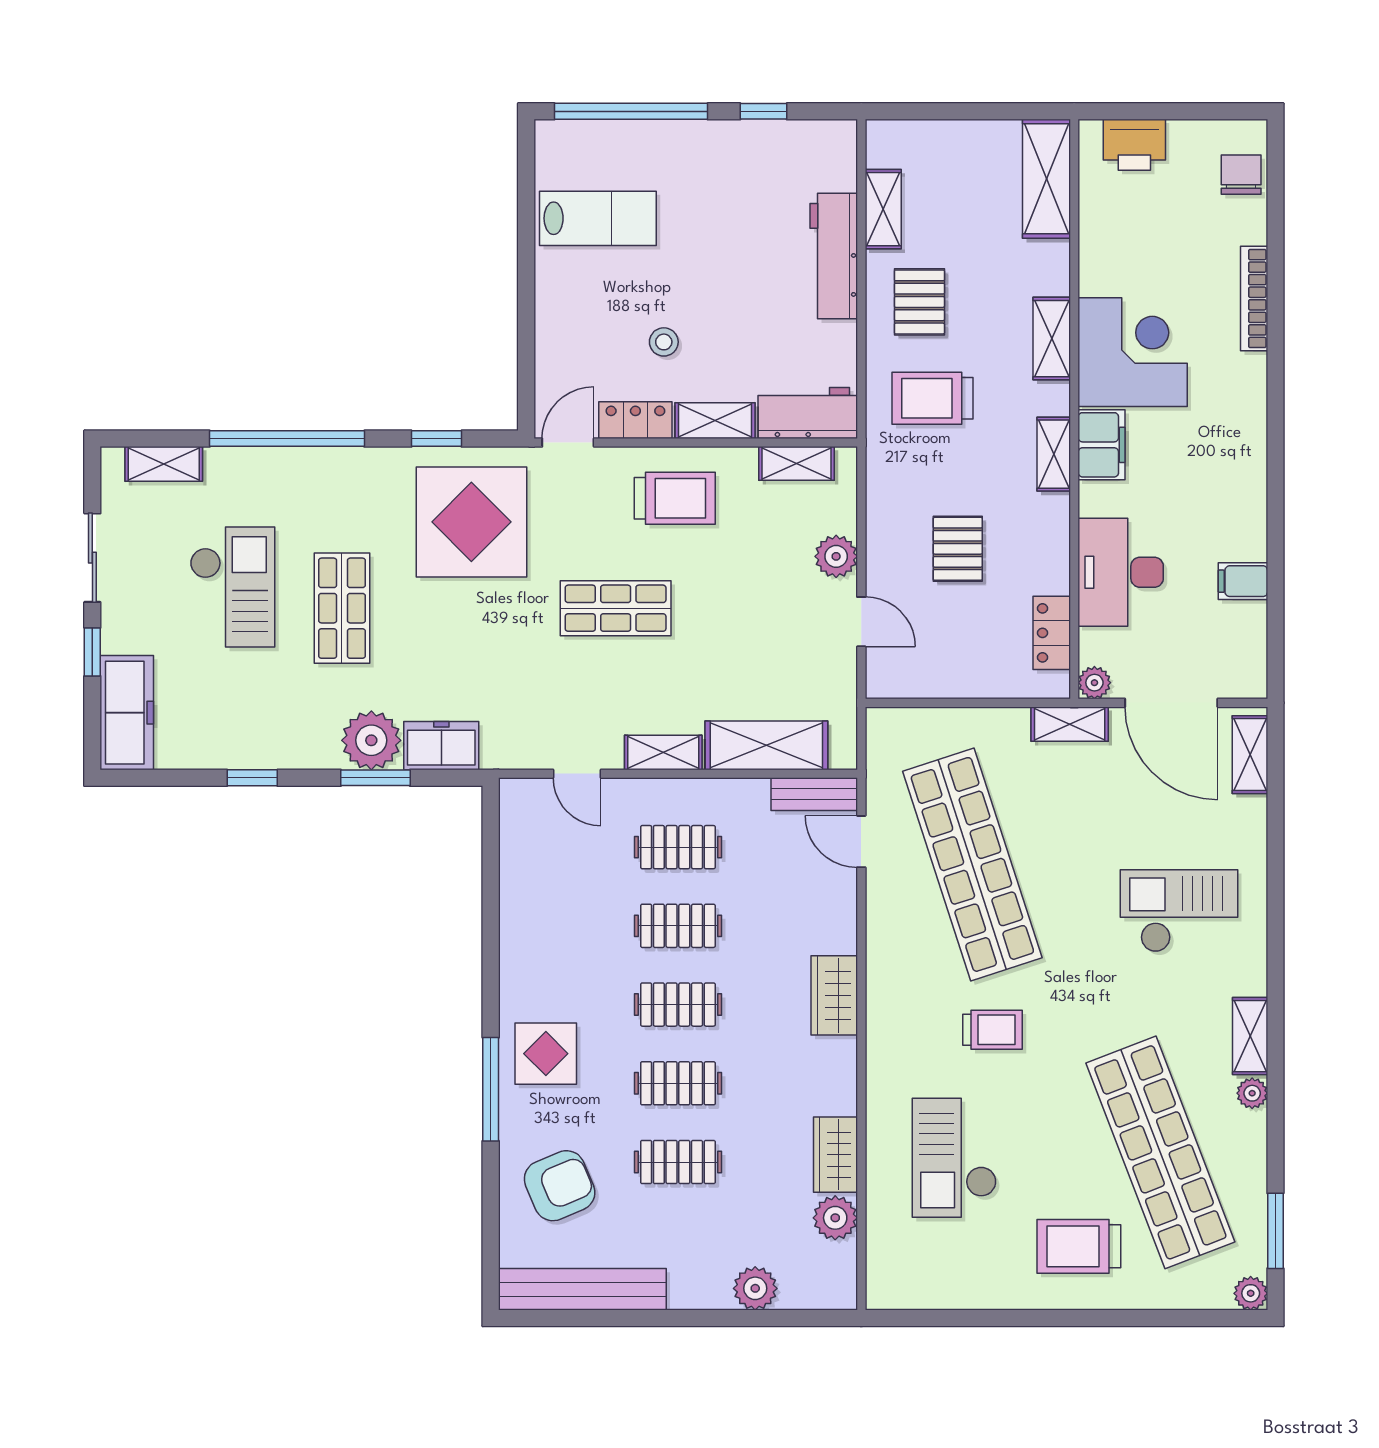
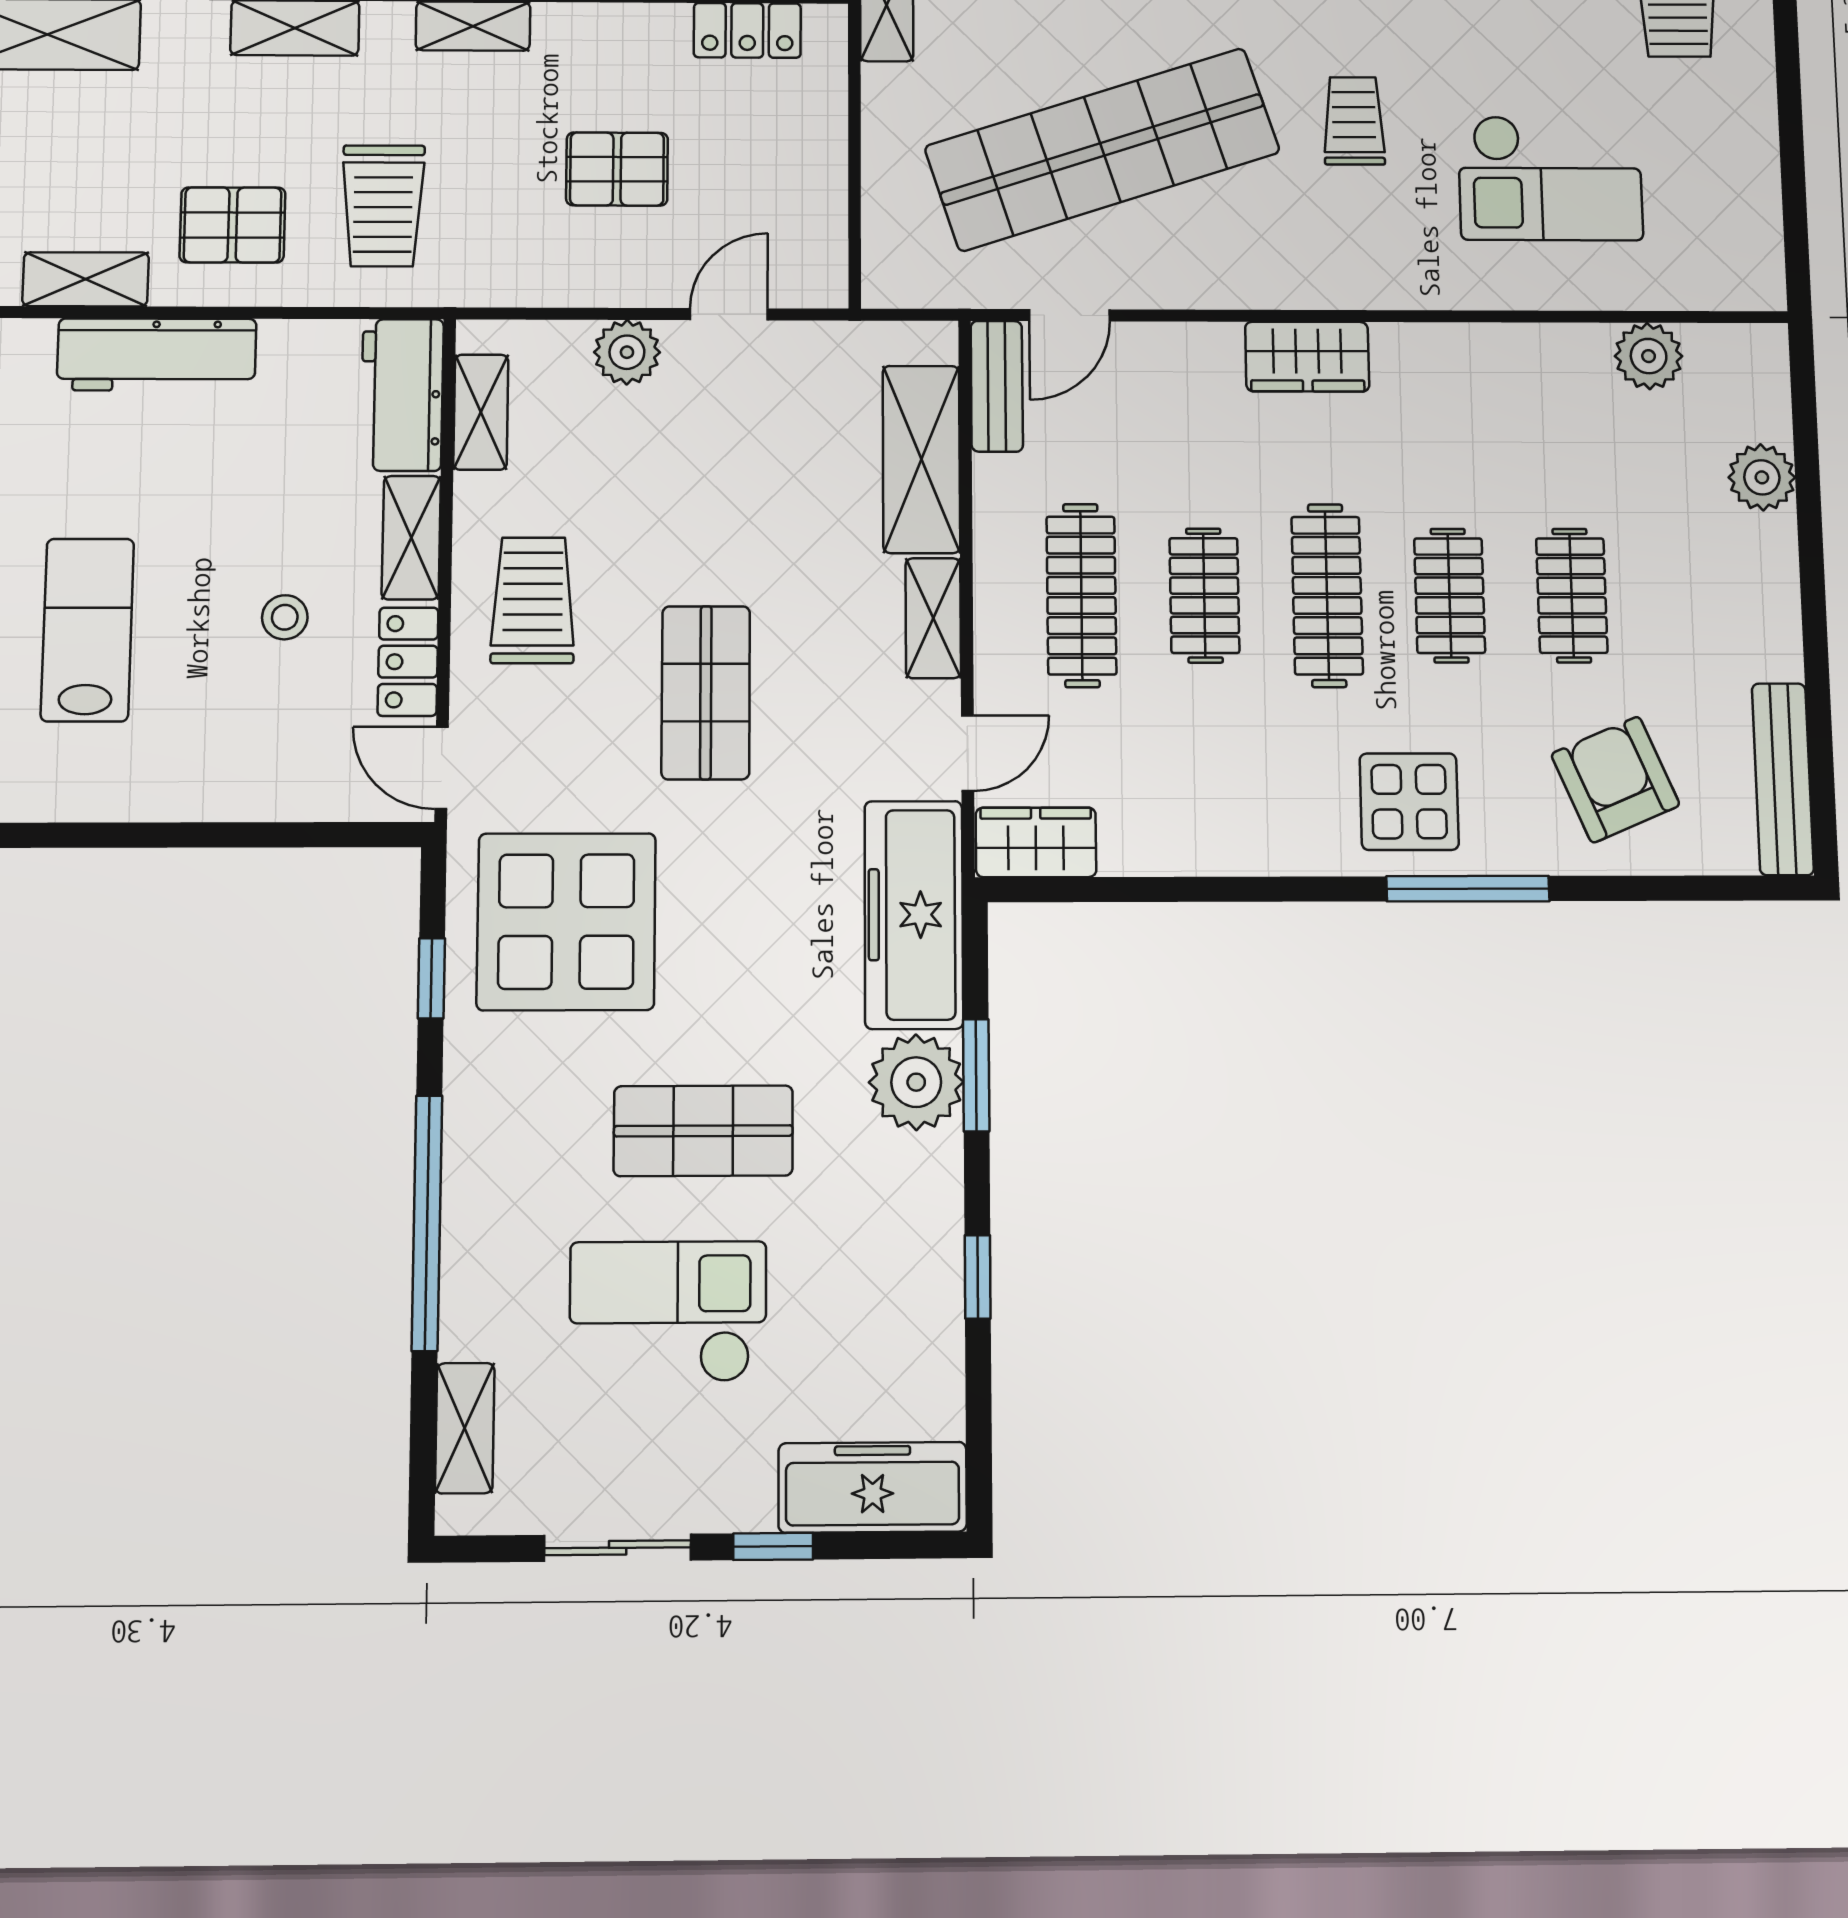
lab bench: (598, 218) -> (87, 630), moved
freezer: (441, 746) -> (914, 915), width x1.91, depth x1.26
clothes rail: (678, 847) -> (1081, 595), width x1.36
clothes rail: (678, 1005) -> (1327, 595), width x1.36
wardrobe: (835, 1155) -> (1036, 842), moved, turned 180
bench: (582, 1289) -> (1783, 779), width x0.73, depth x0.82

